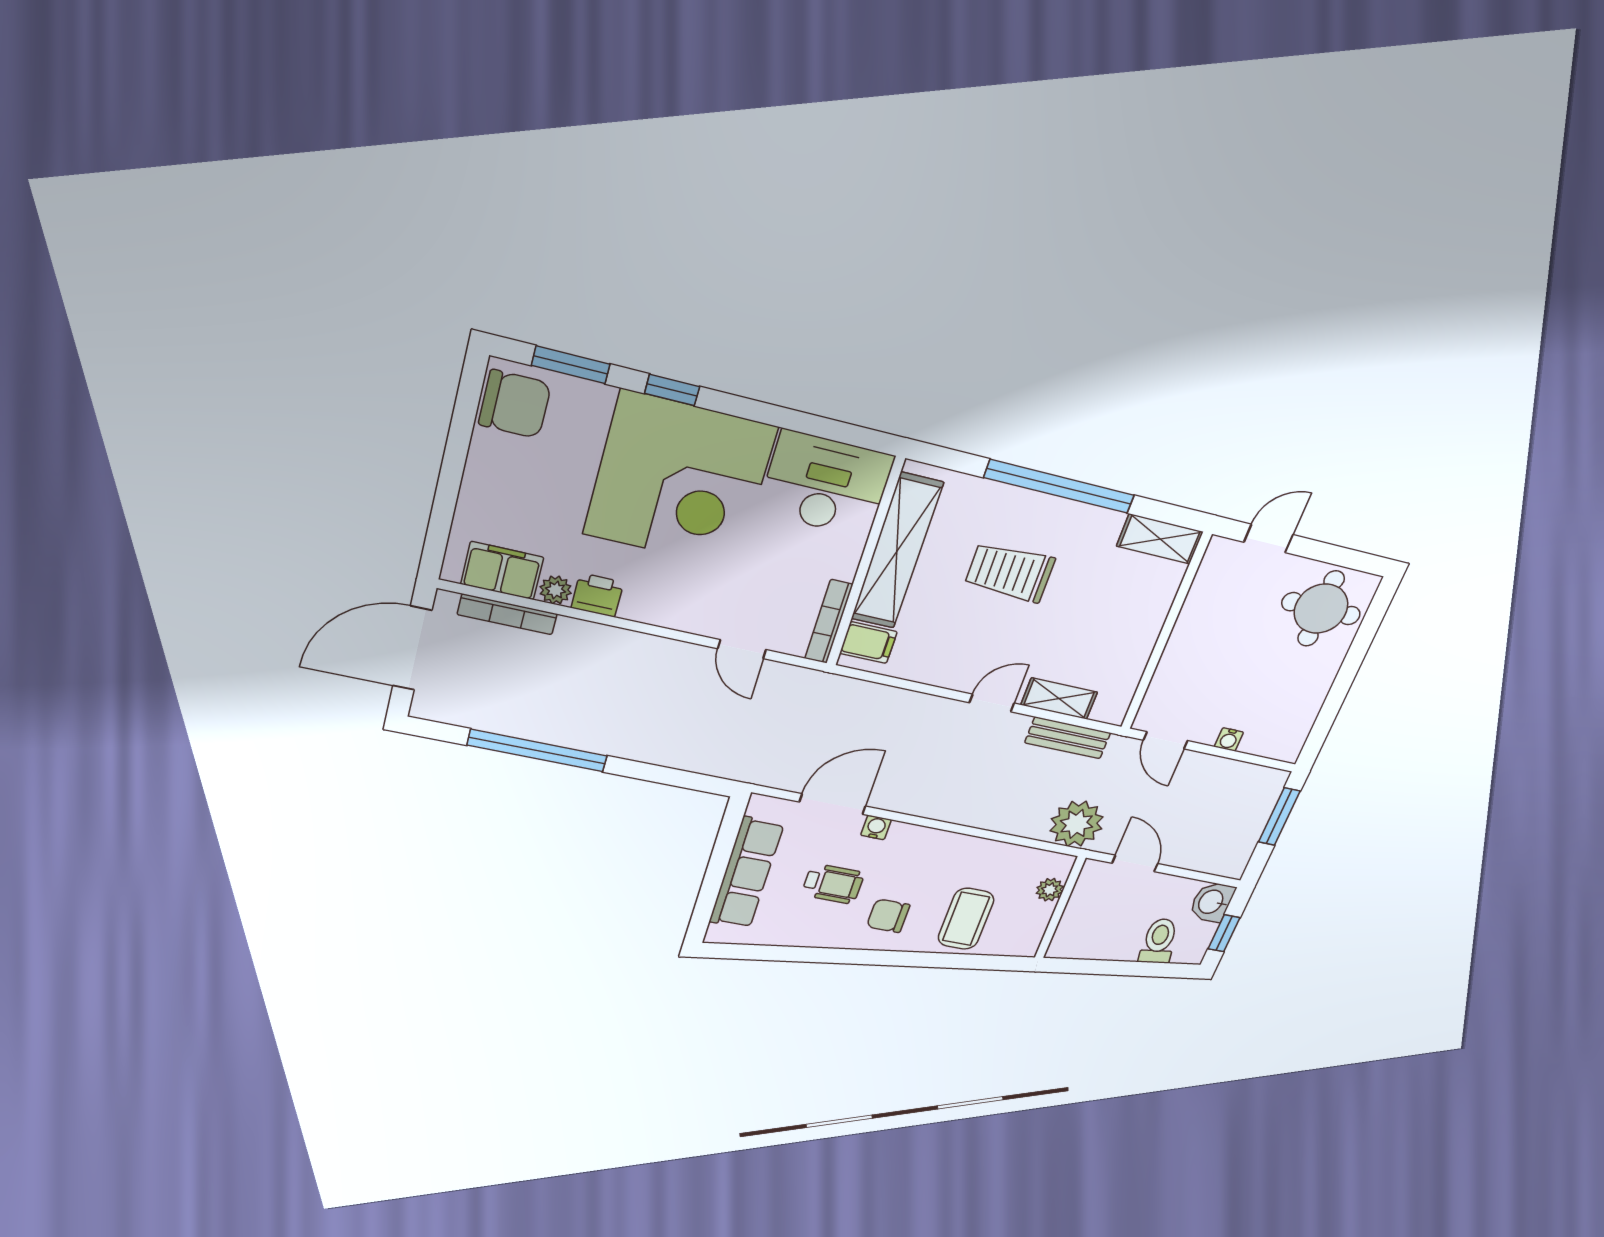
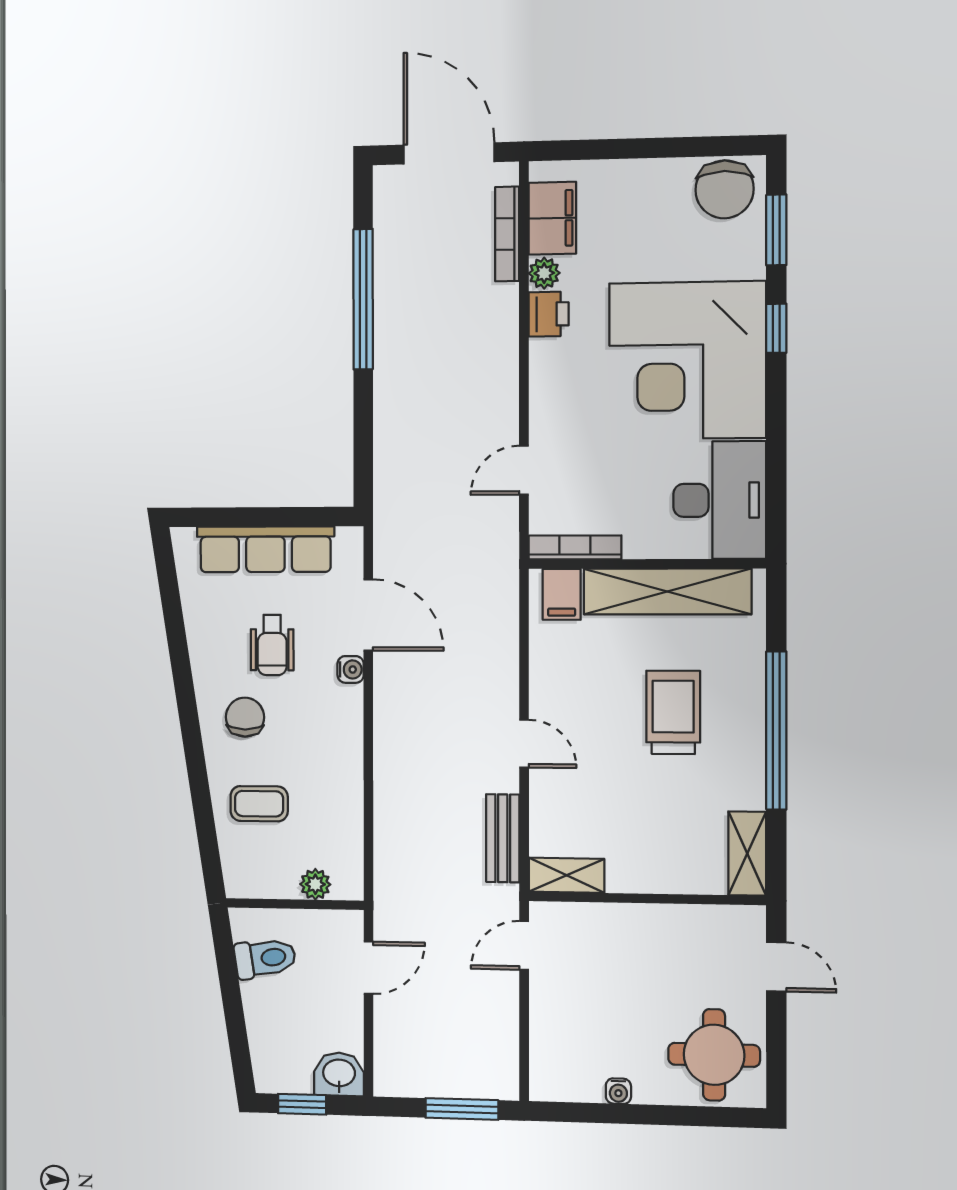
shelving: (1059, 699) -> (566, 875), moved, turned 90
water cooler: (1229, 739) -> (618, 1091), moved, turned -90
plant: (1077, 824) -> (403, 885), removed
coffee table: (966, 919) -> (259, 804), width x0.73, depth x0.77
toilet: (1159, 941) -> (265, 958), moved

